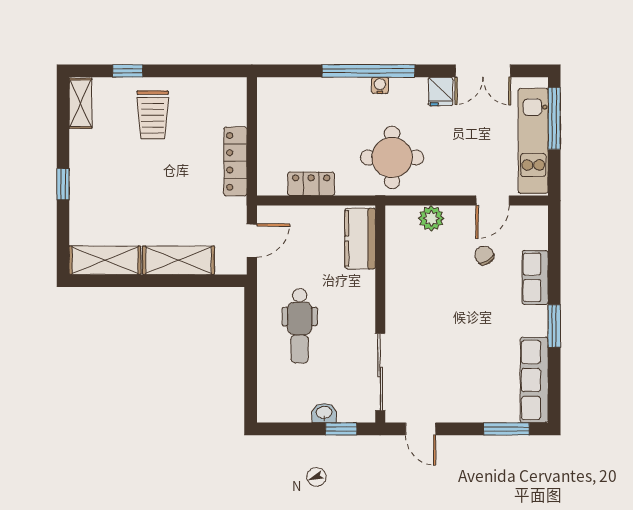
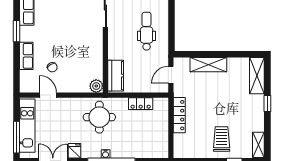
door: (493, 201) -> (48, 95), hinge flipped
plant: (431, 218) -> (96, 86), moved
shelving: (105, 260) -> (257, 76), moved, turned 90

